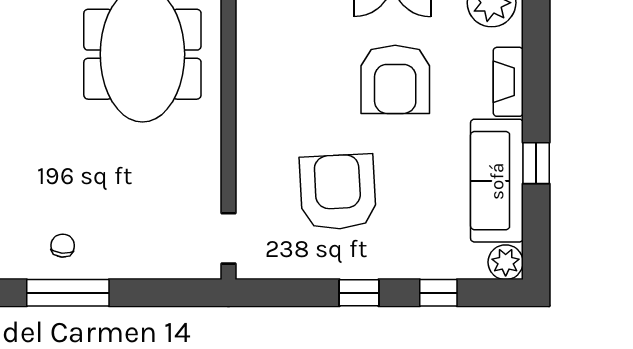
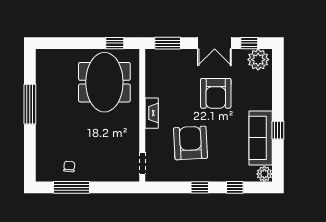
fireplace: (508, 82) -> (152, 113), moved, turned 180

